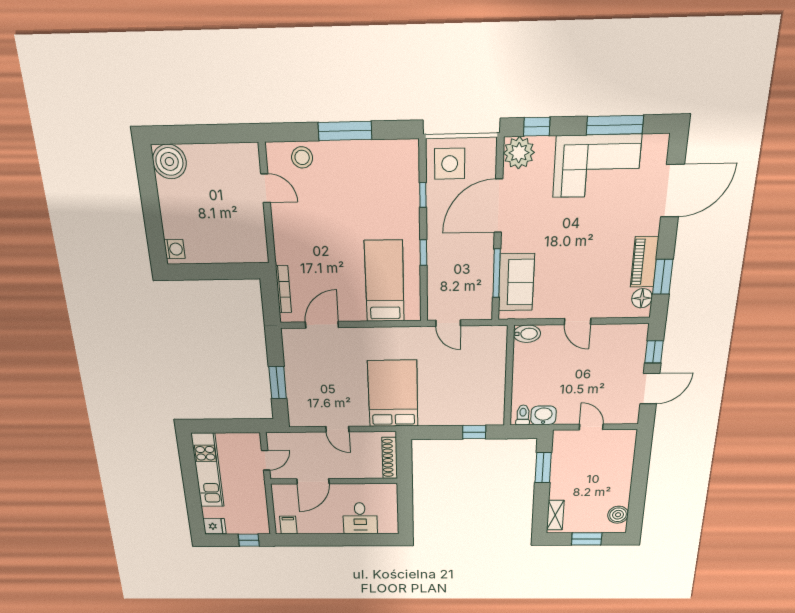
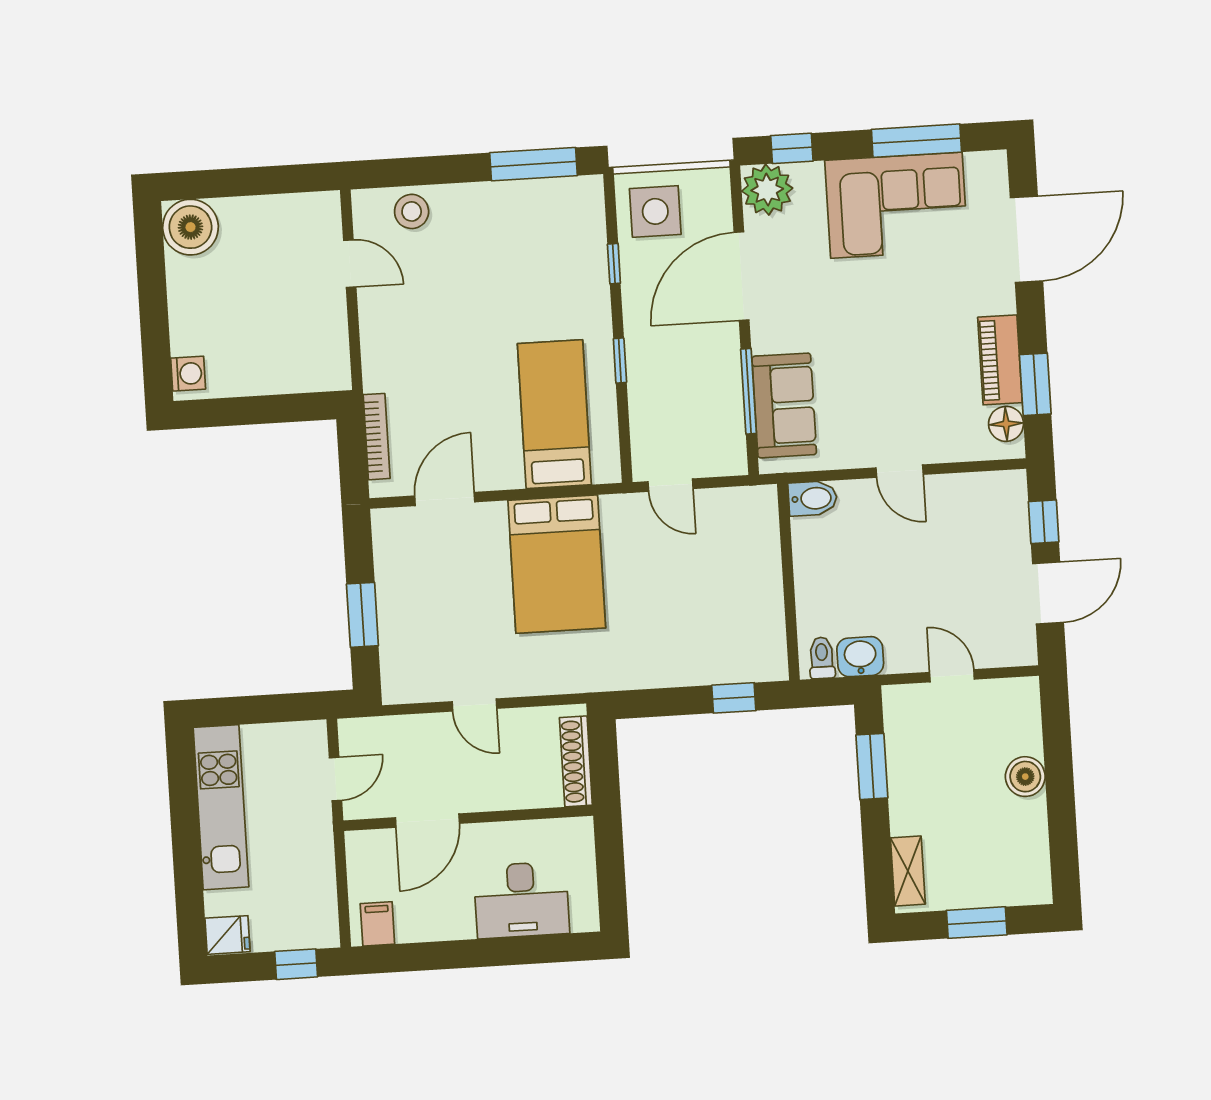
window: (345, 131) -> (534, 164), moved
bed: (393, 394) -> (557, 564), moved, turned 180
boiler: (618, 515) -> (1025, 777), moved
desk: (360, 518) -> (521, 900), width x1.37

